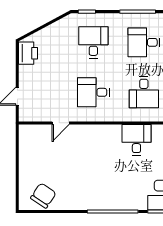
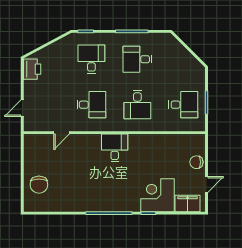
desk: (93, 92) -> (91, 105), turned 180
desk: (136, 140) -> (115, 148), moved
chair: (43, 196) -> (39, 185), moved, turned 146

